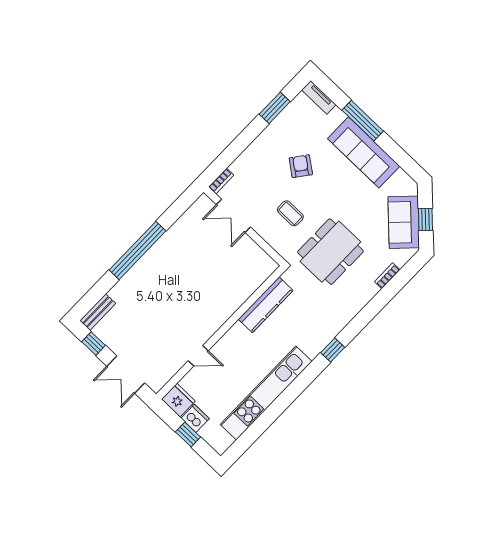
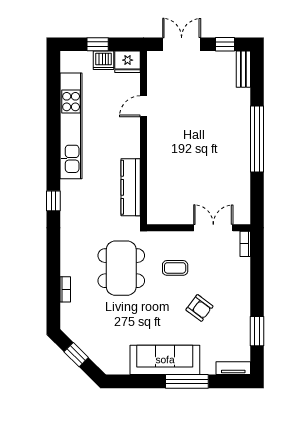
sofa: (404, 222) -> (90, 338), removed

